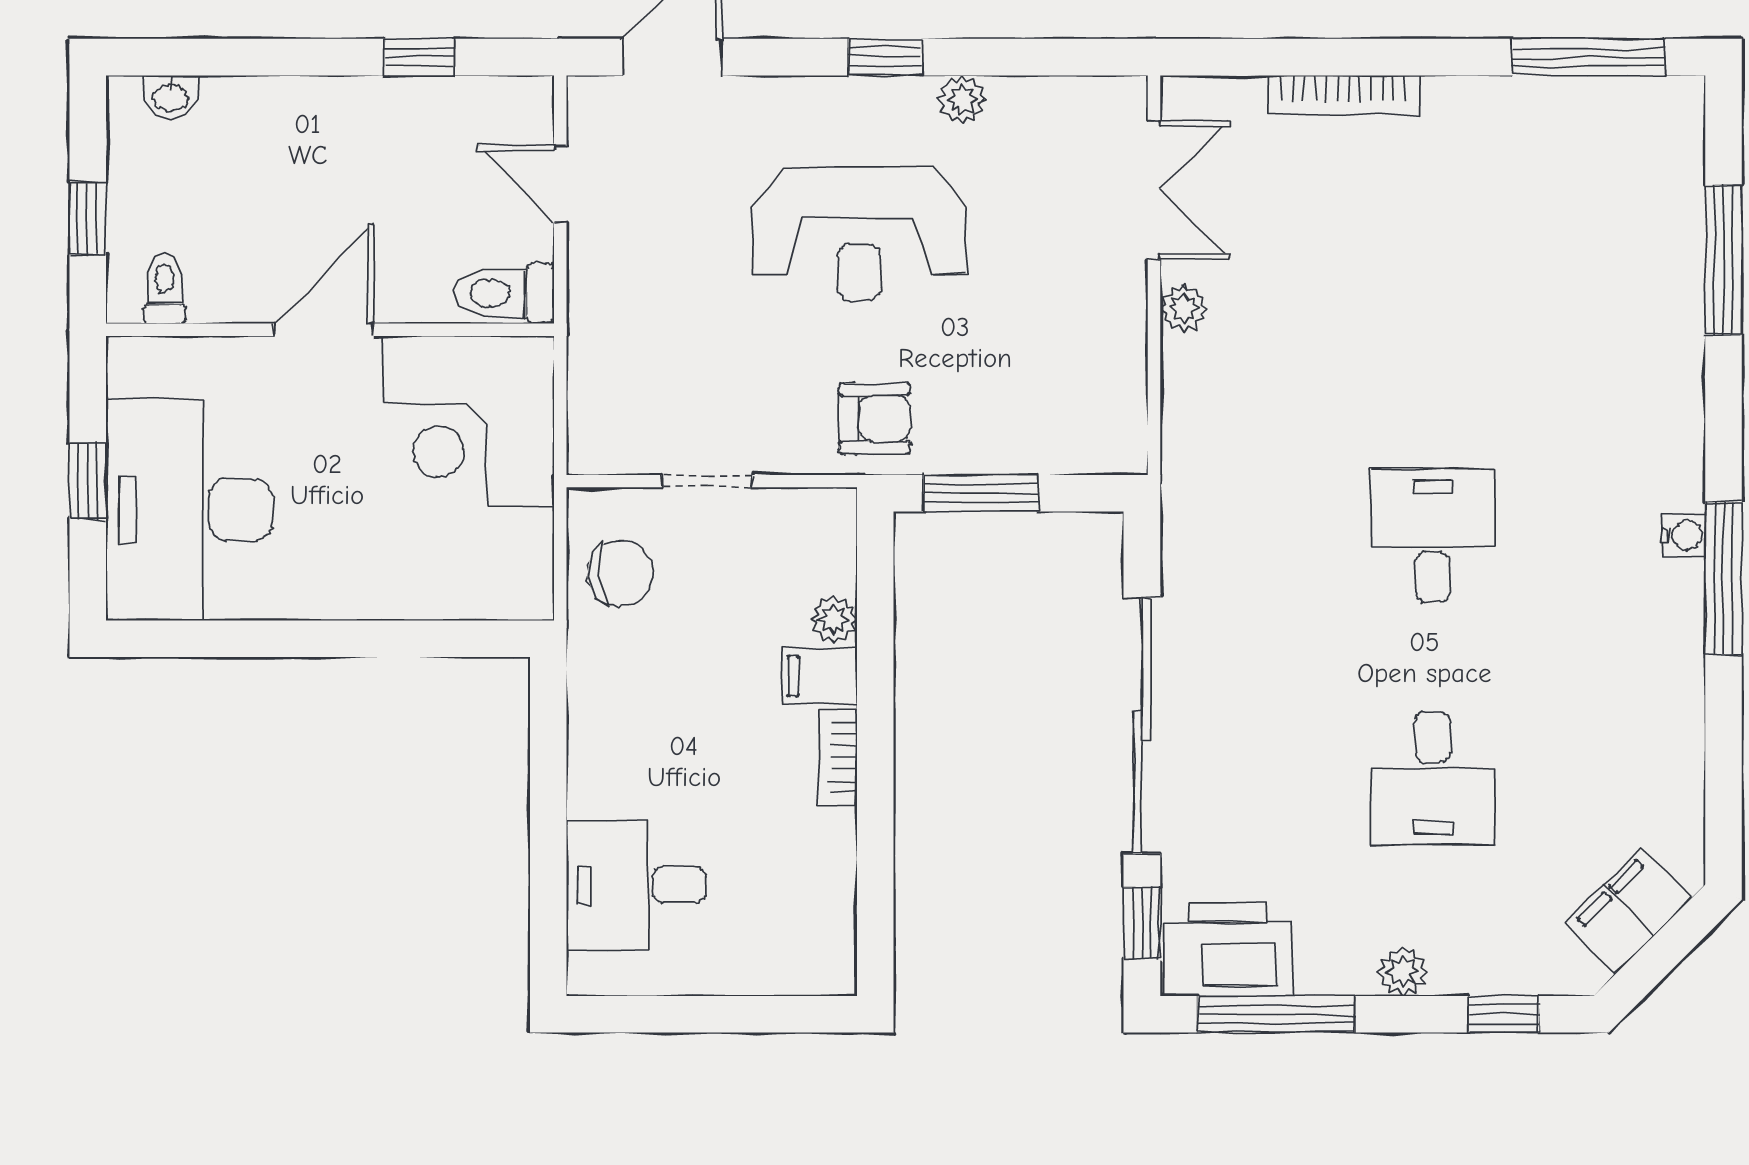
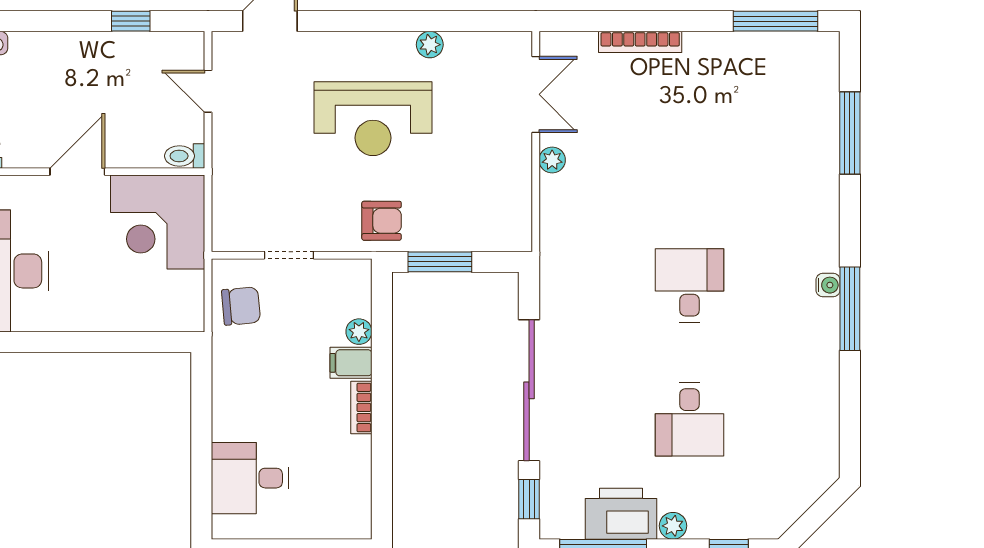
window: (885, 57) -> (387, 21), removed
toilet: (504, 293) -> (185, 156), width x0.73, depth x0.72
filing cabinet: (1628, 911) -> (797, 492), removed
printer: (1228, 950) -> (621, 514), moved

